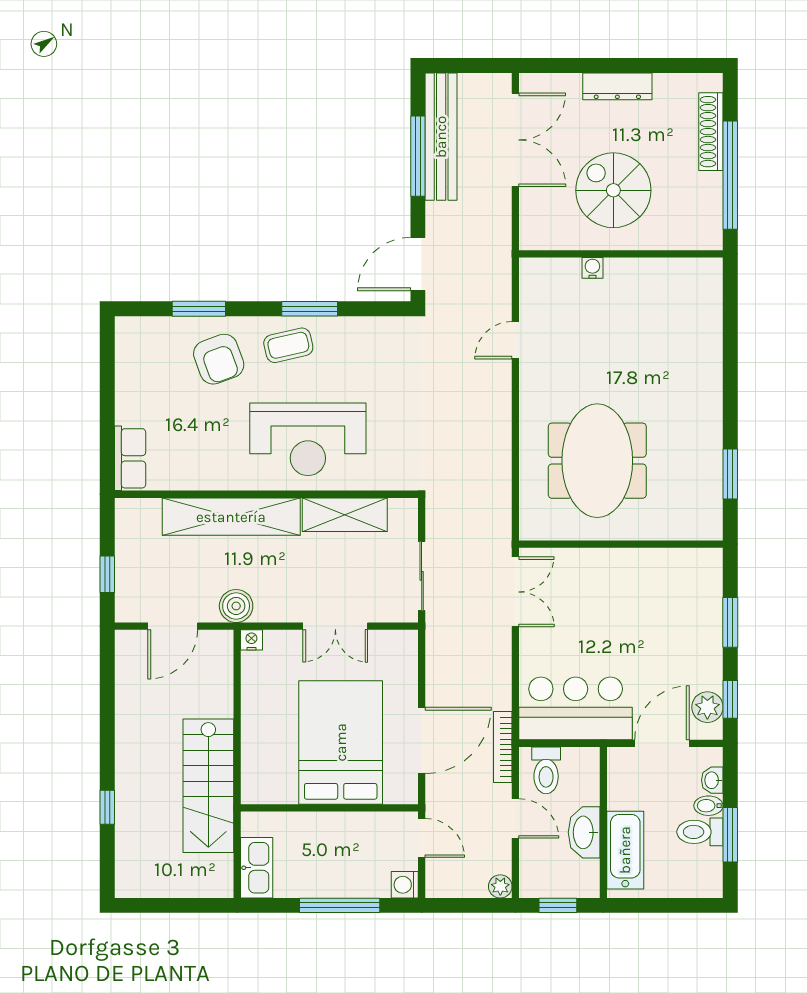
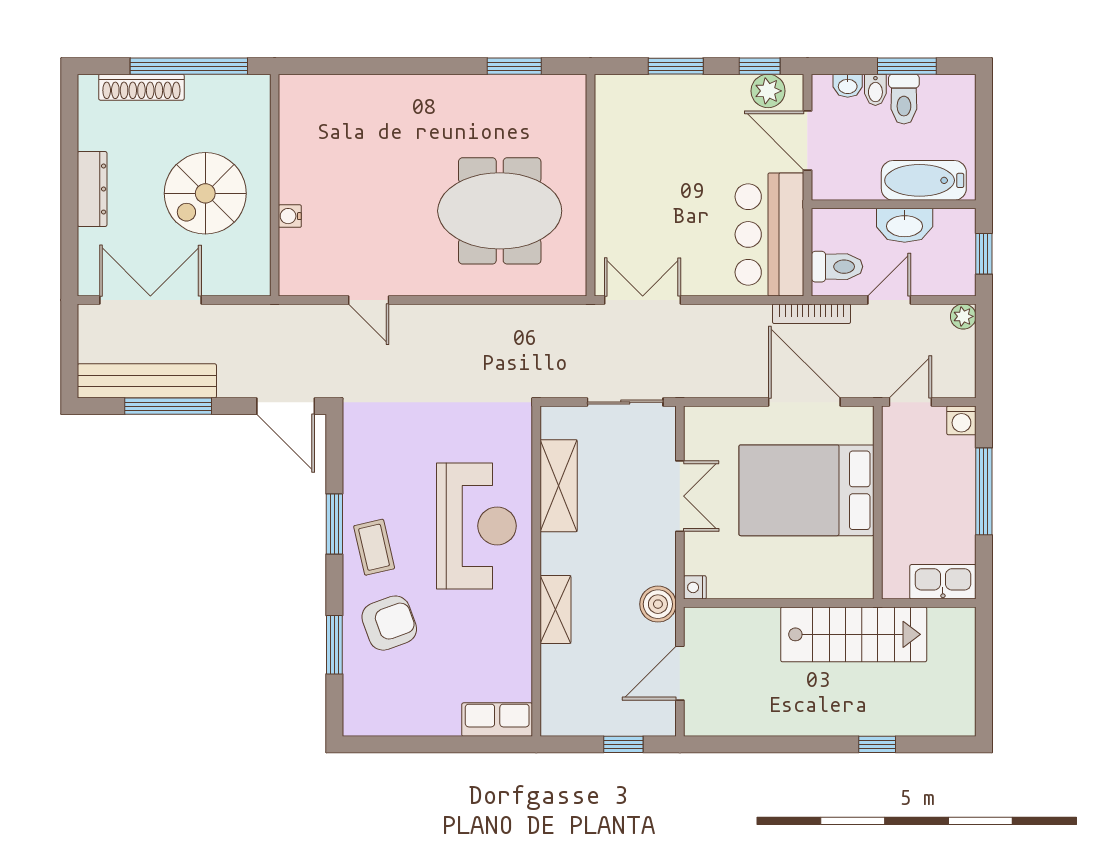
shelving: (231, 517) -> (555, 609), width x0.45, depth x0.75
door: (173, 626) -> (680, 673), swing flipped

